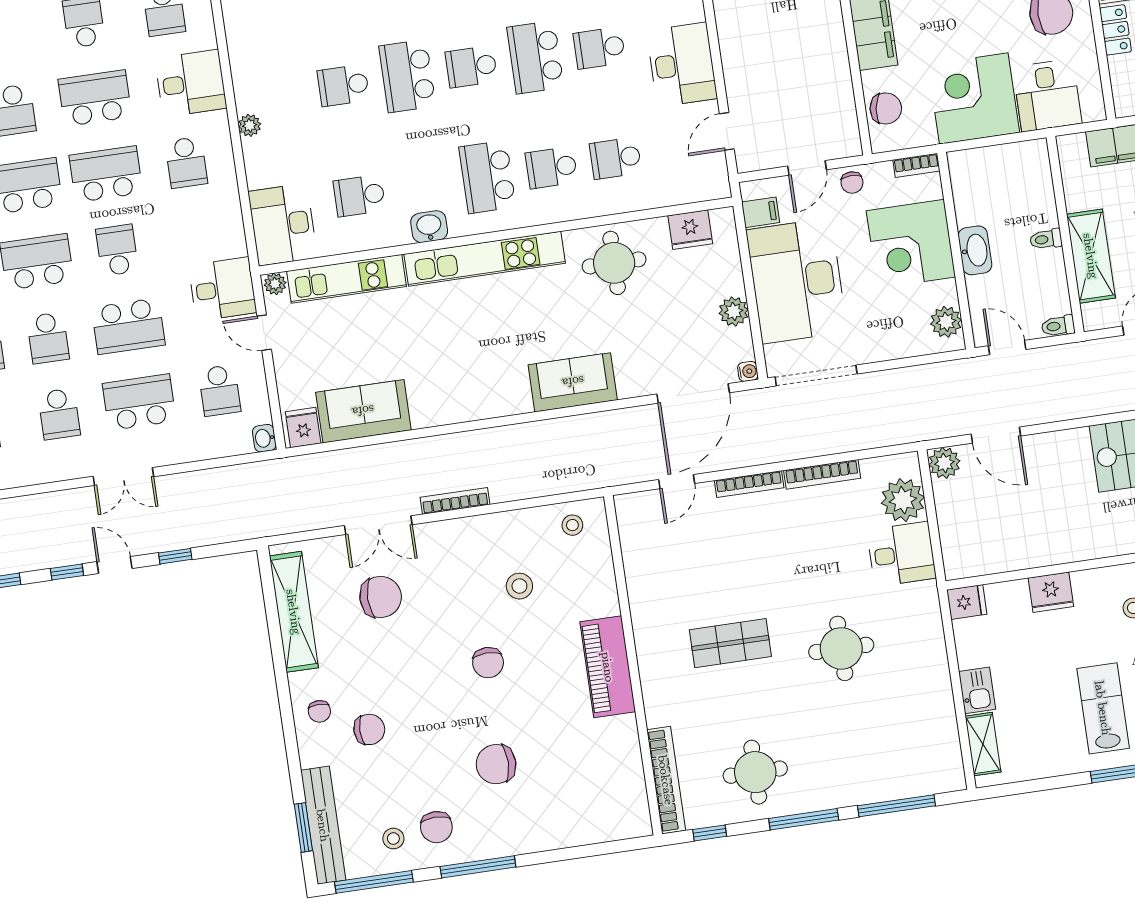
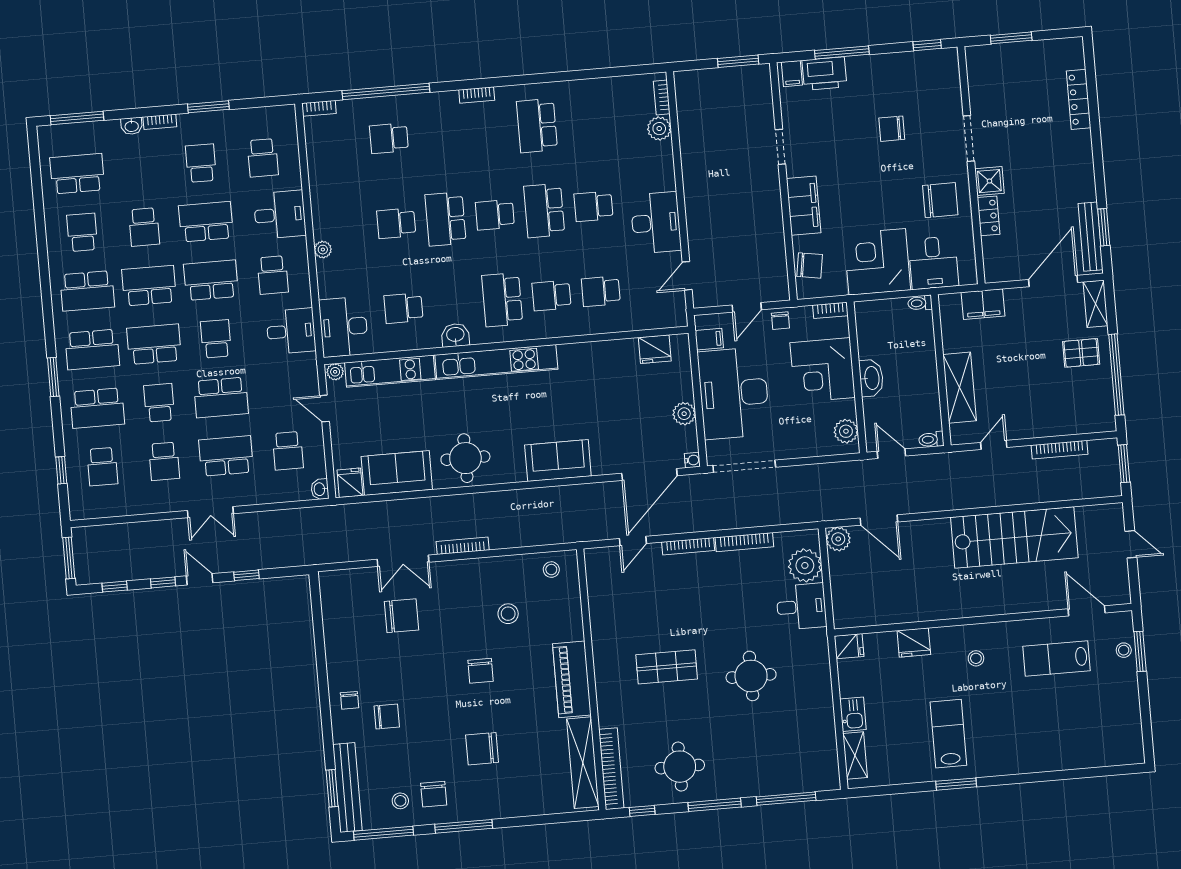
toilet: (1046, 239) -> (920, 303), moved
round table: (614, 263) -> (465, 458), moved
desk: (222, 289) -> (291, 331), moved
school desk: (48, 338) -> (159, 403), turned 180
shelving: (294, 612) -> (583, 763), moved

